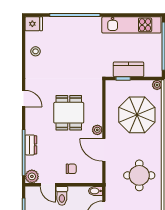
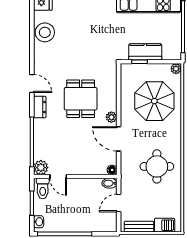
stool: (36, 51) -> (45, 32), width x1.89, depth x1.89
dresser: (31, 145) -> (40, 107), moved
chair: (71, 169) -> (83, 159), removed
floor lamp: (98, 179) -> (112, 170), added
toilet: (62, 196) -> (43, 189), moved

